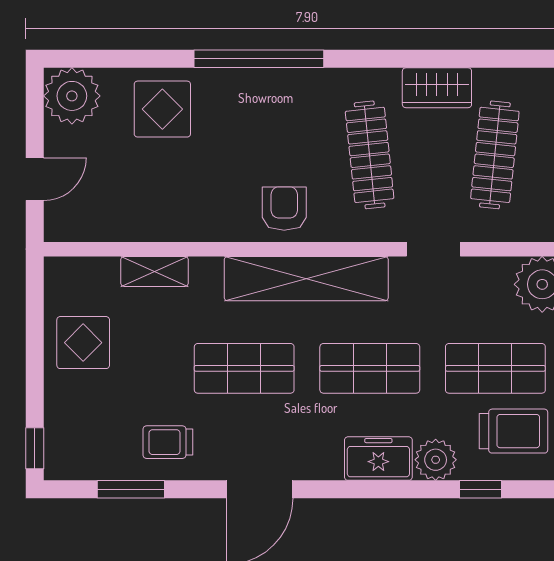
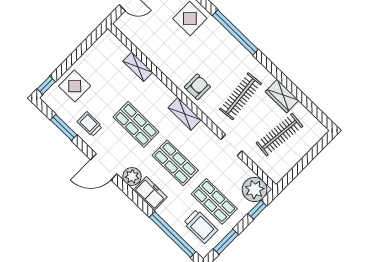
shelving: (306, 279) -> (185, 114), width x0.45, depth x0.75
display table: (83, 343) -> (75, 86), moved
plant: (436, 460) -> (132, 176), moved
window: (481, 489) -> (173, 234), width x3.17

